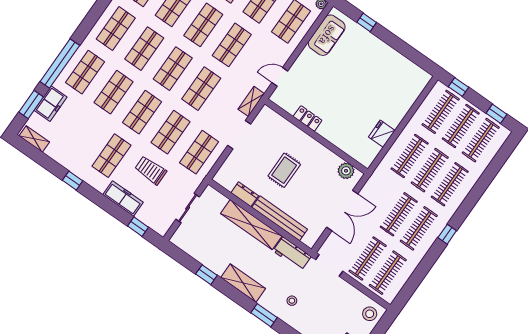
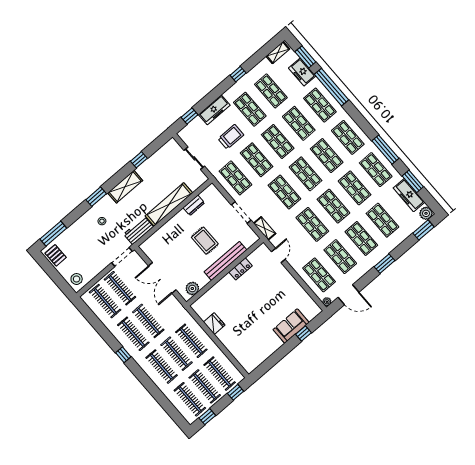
sofa: (327, 35) -> (291, 326), moved, turned 90
shop shelf: (83, 136) -> (271, 91), added
bench: (280, 218) -> (225, 261), moved

